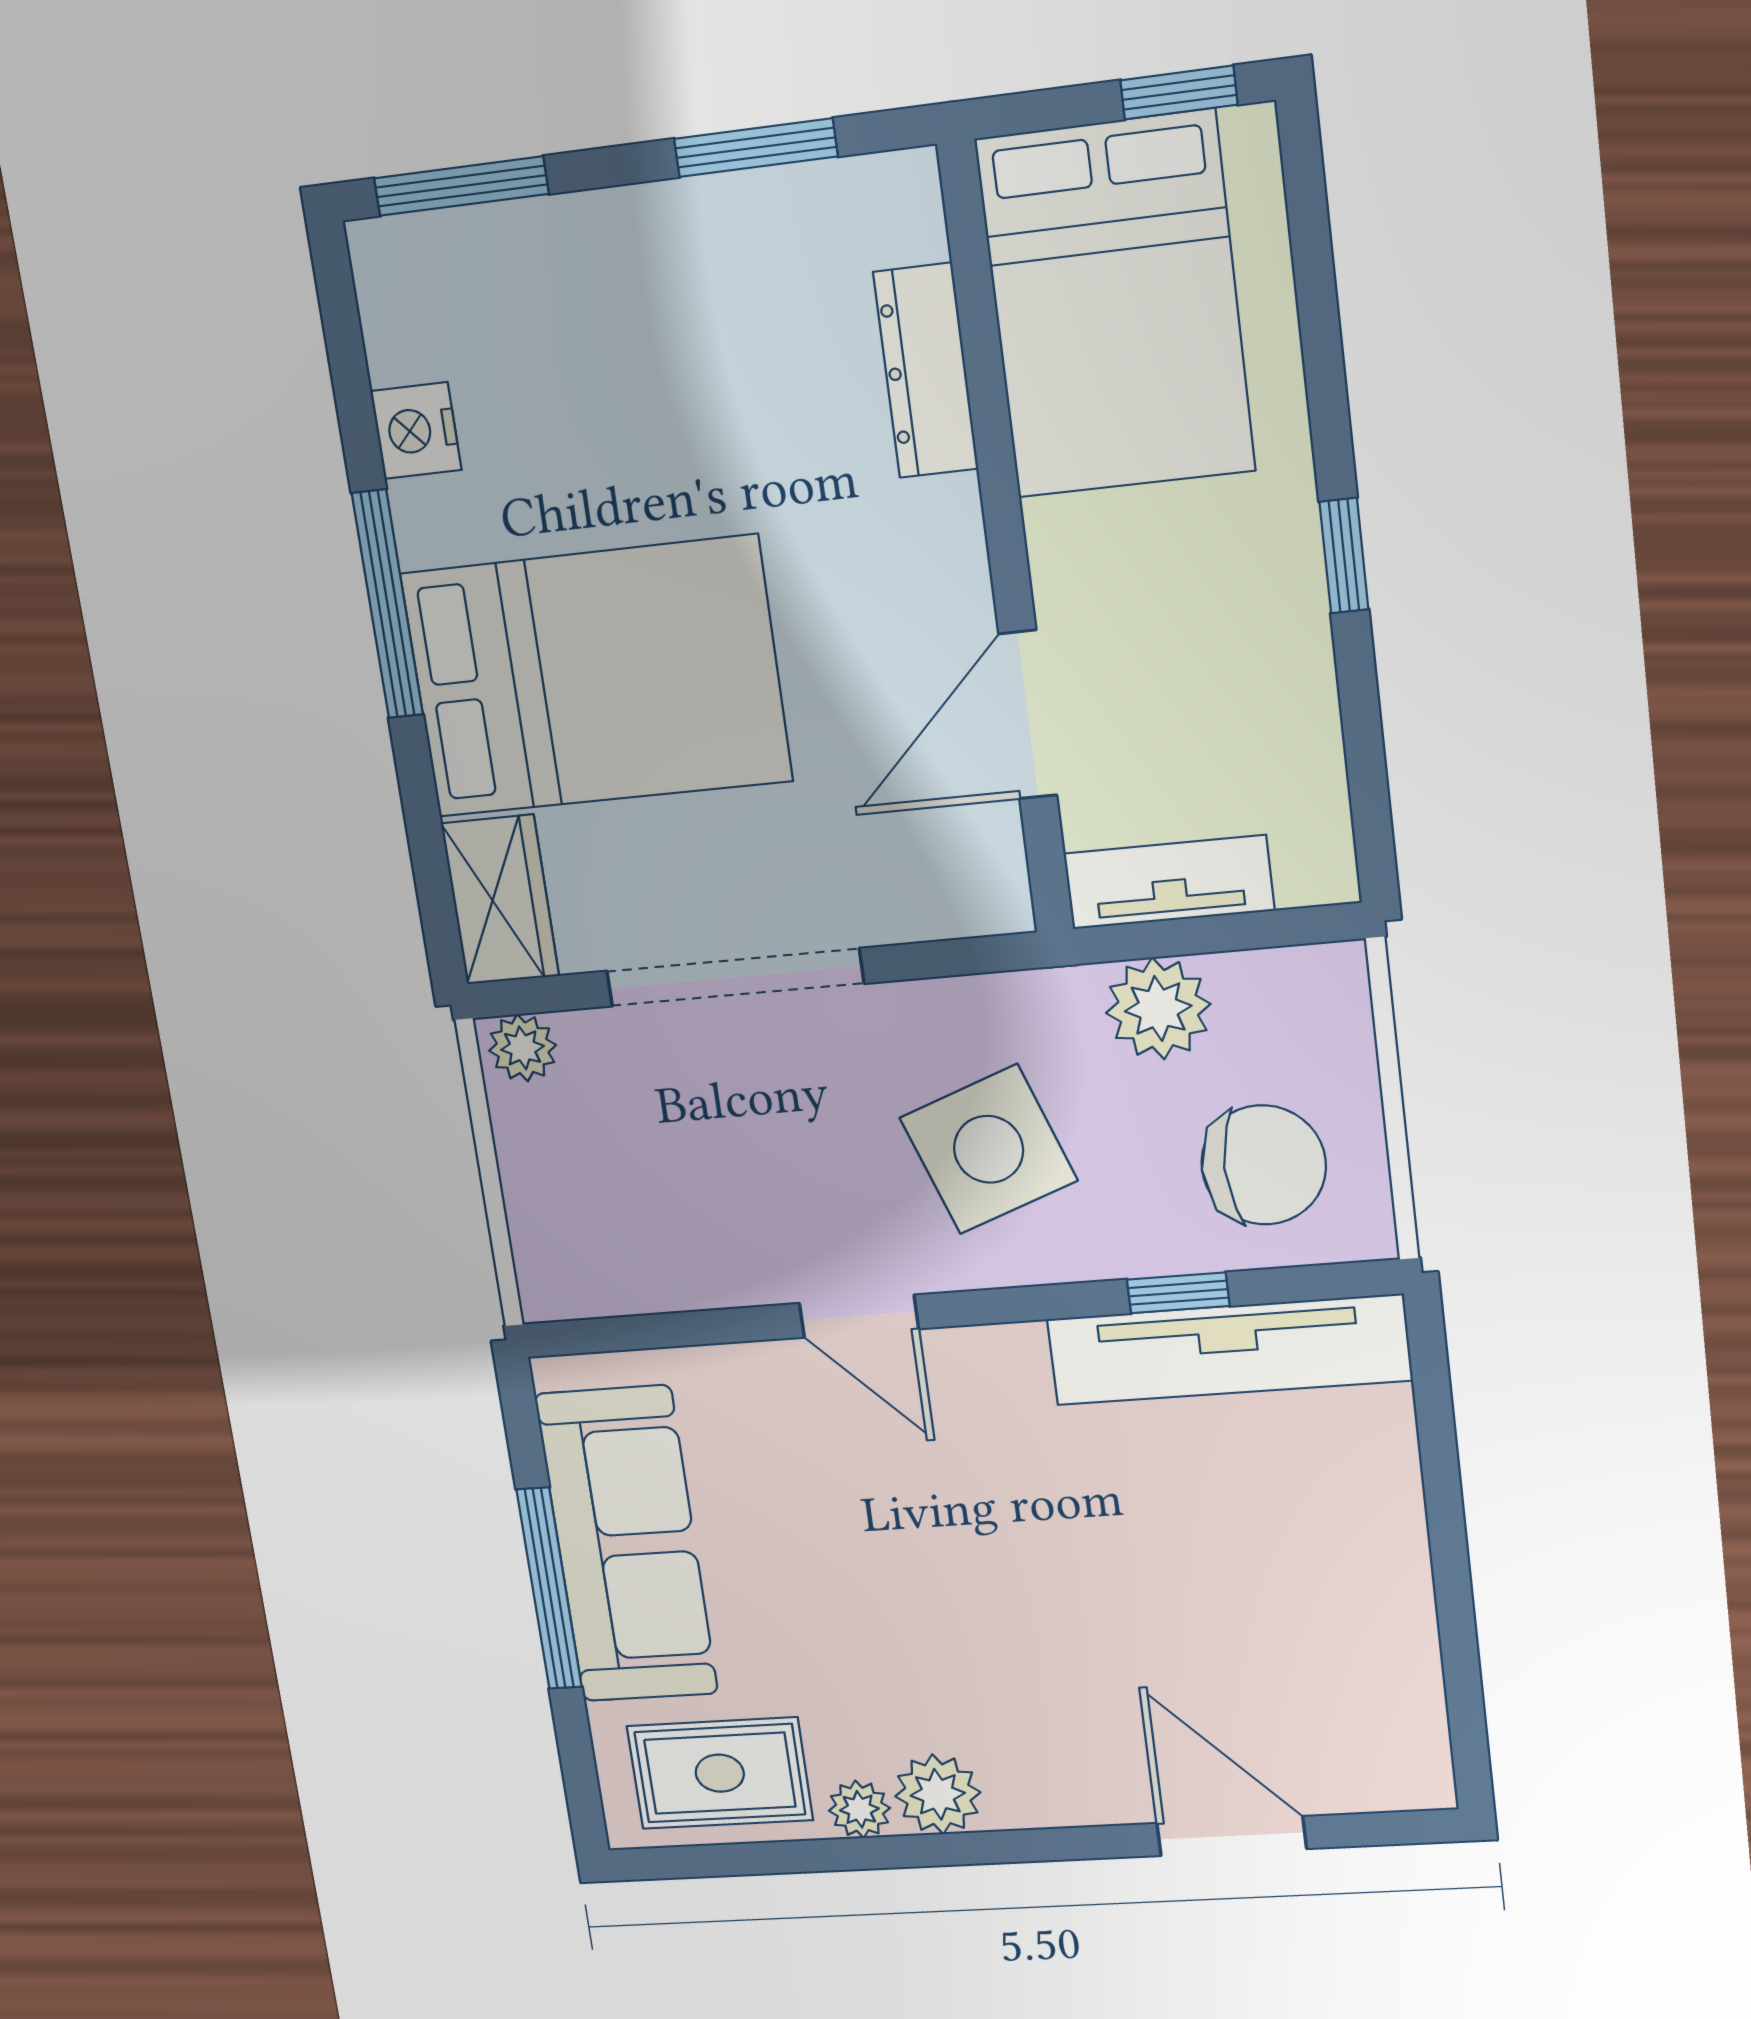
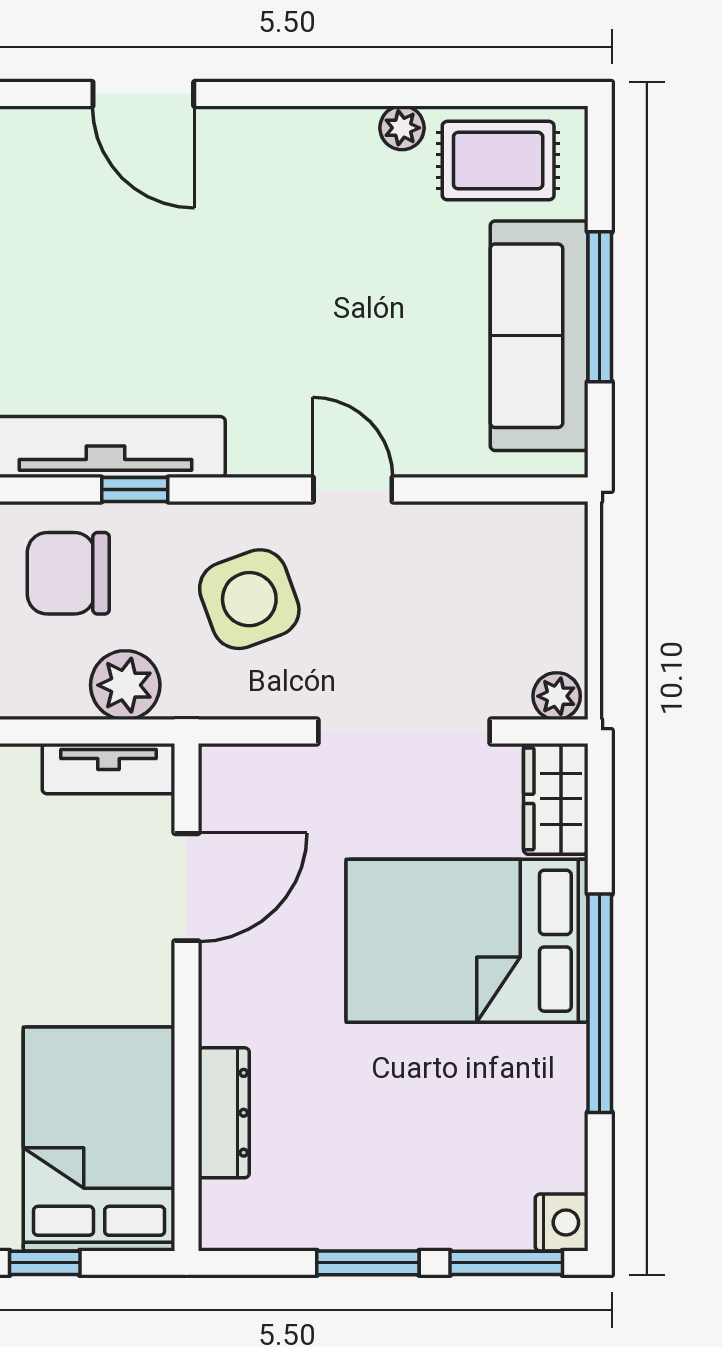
window: (756, 148) -> (368, 1263), moved
nightstand: (416, 431) -> (562, 1222), moved
window: (387, 604) -> (600, 1003), width x1.46
plant: (938, 1794) -> (345, 136), removed

